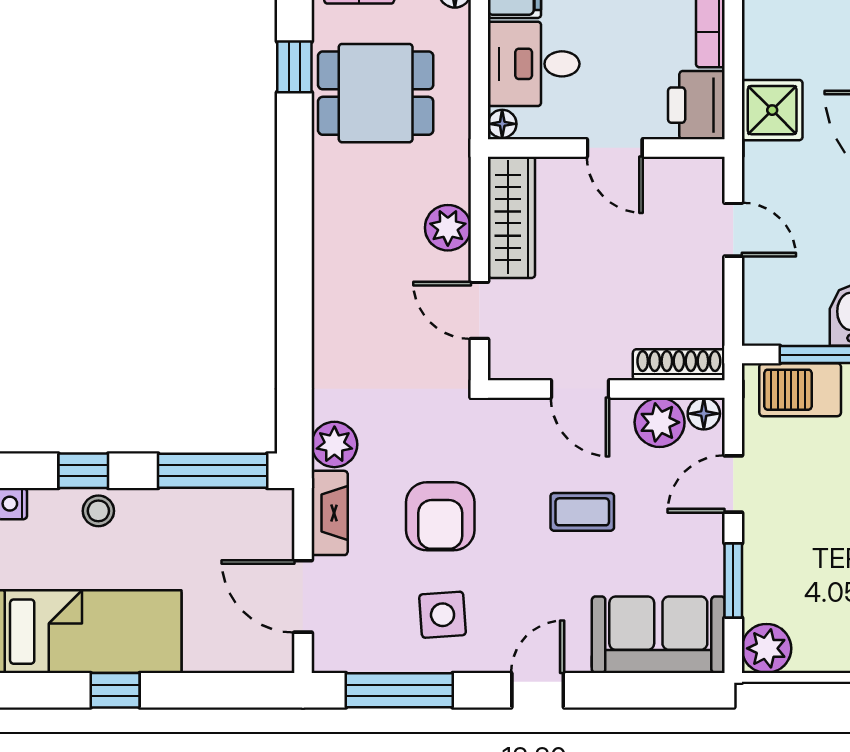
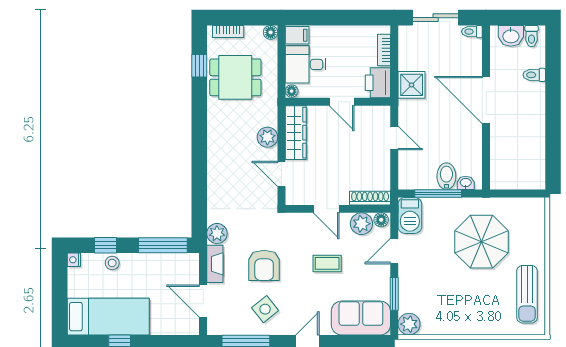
barbecue: (800, 390) -> (410, 215), moved, turned -90
side table: (443, 615) -> (265, 309), turned -35

